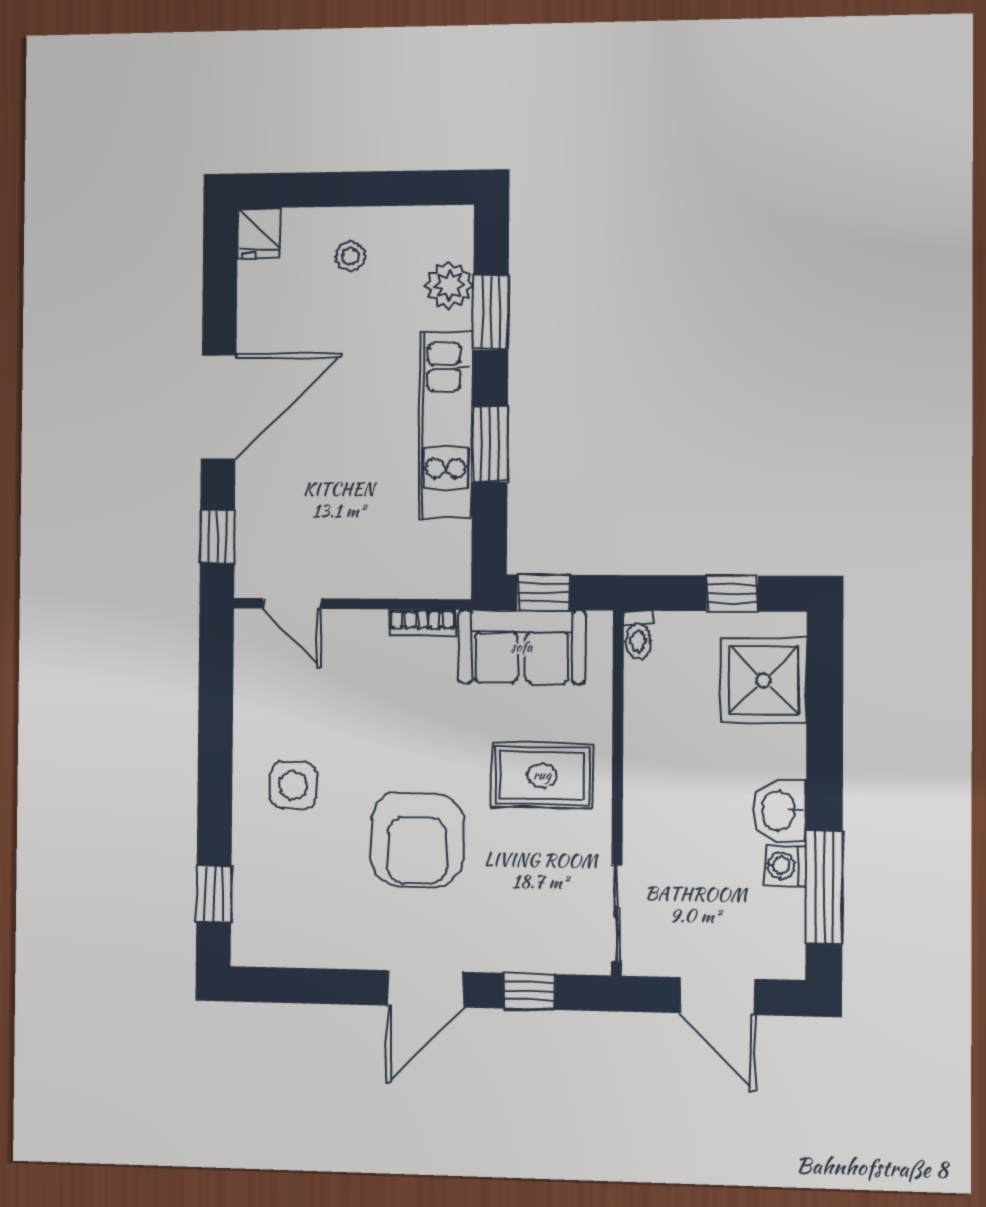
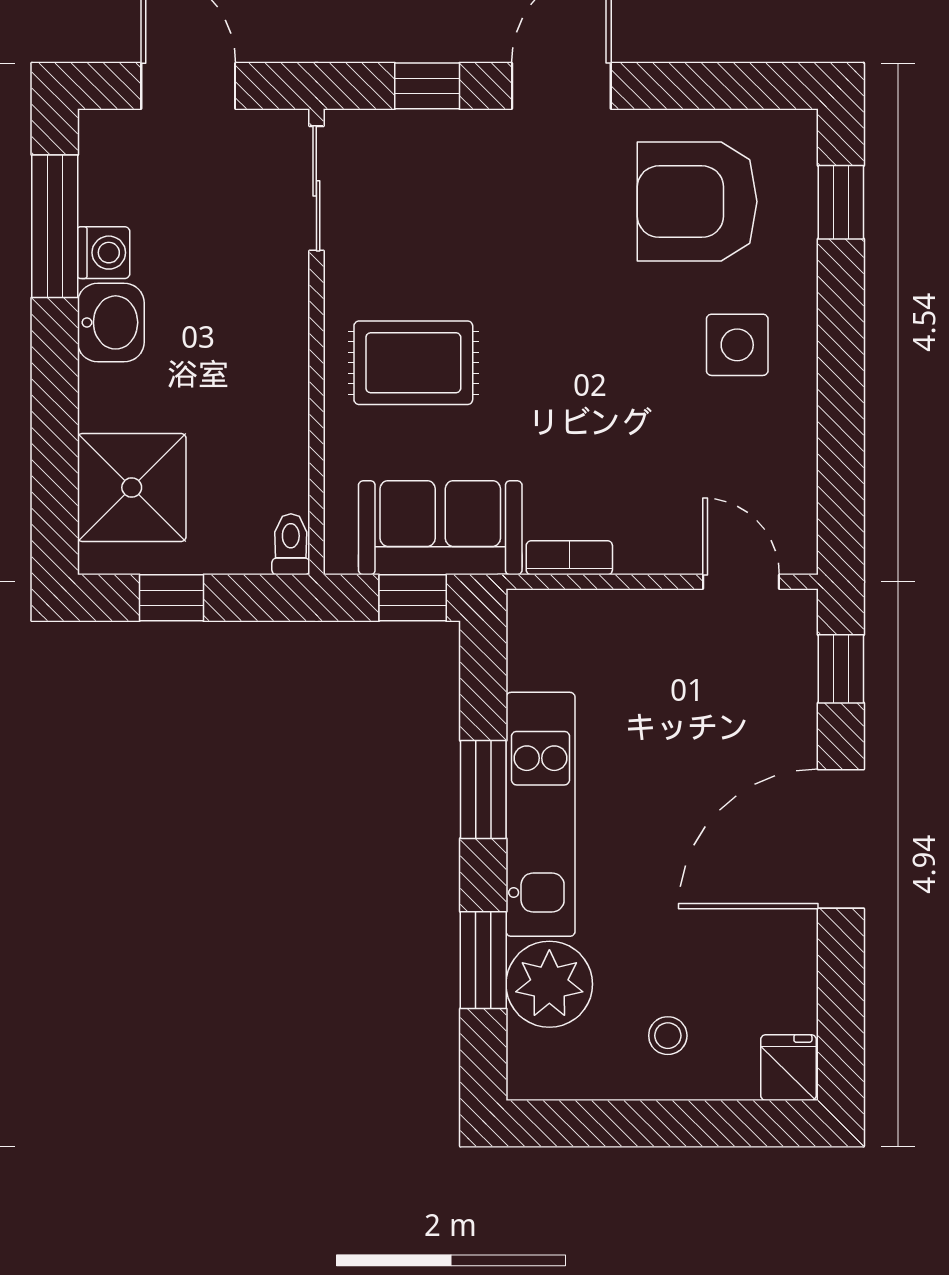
plant: (449, 286) -> (549, 984), width x1.36, depth x1.36
armchair: (417, 839) -> (697, 202), moved, turned -90

